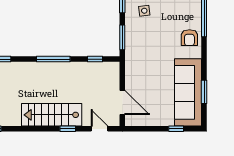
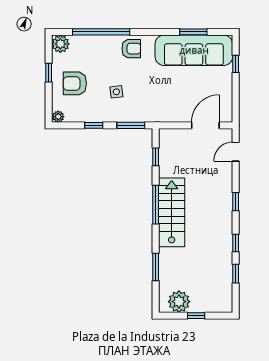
side table: (144, 11) -> (116, 92), moved
stairs: (52, 115) -> (172, 212), moved, turned 180
window: (20, 129) -> (236, 243), added
window: (68, 129) -> (236, 202), moved

